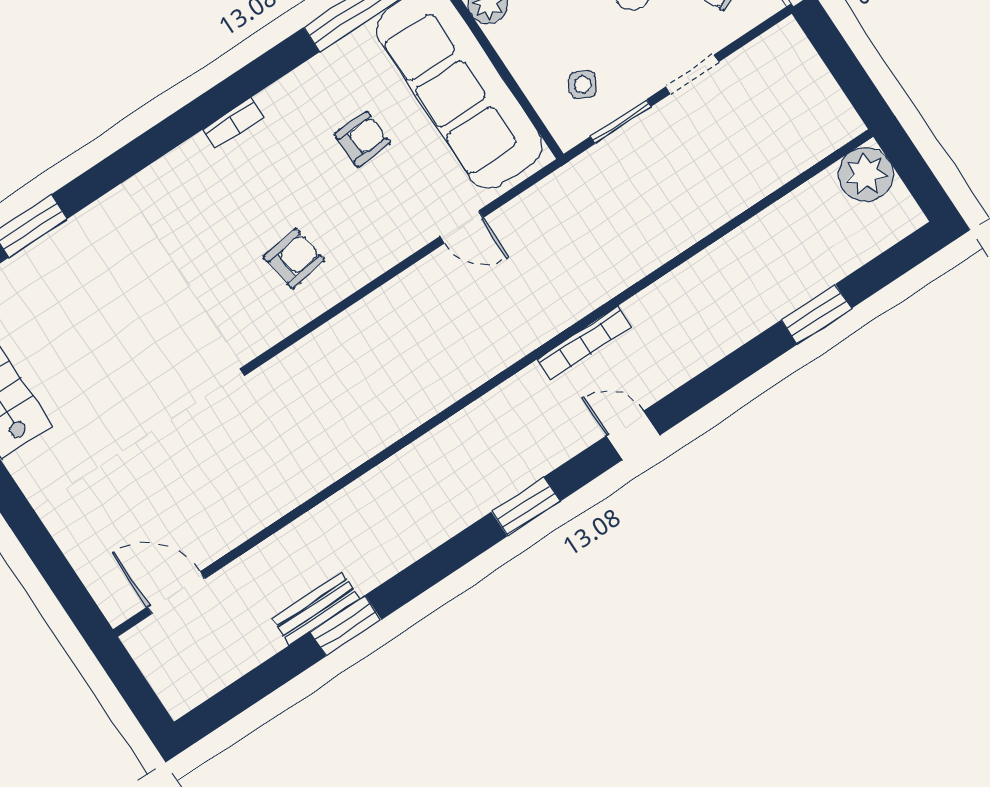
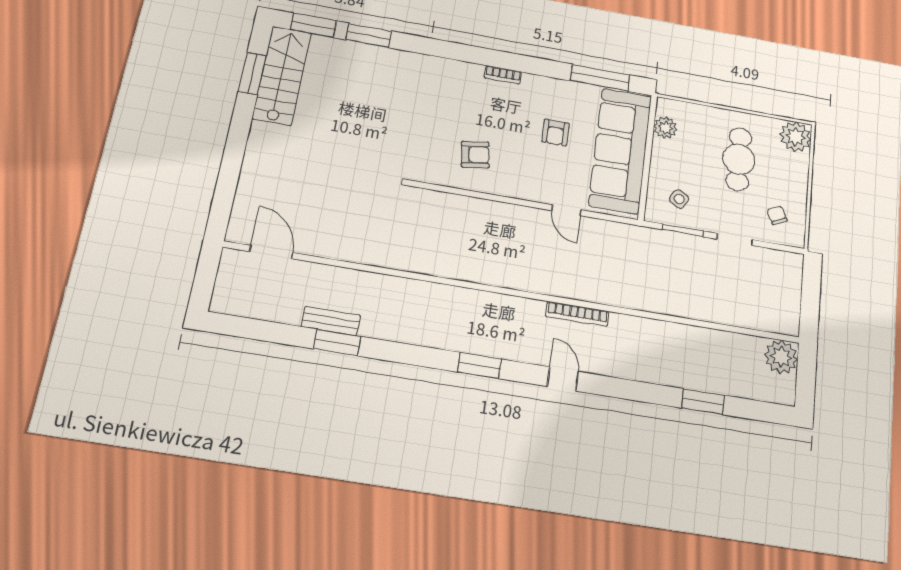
armchair: (362, 139) -> (555, 133), turned 92

